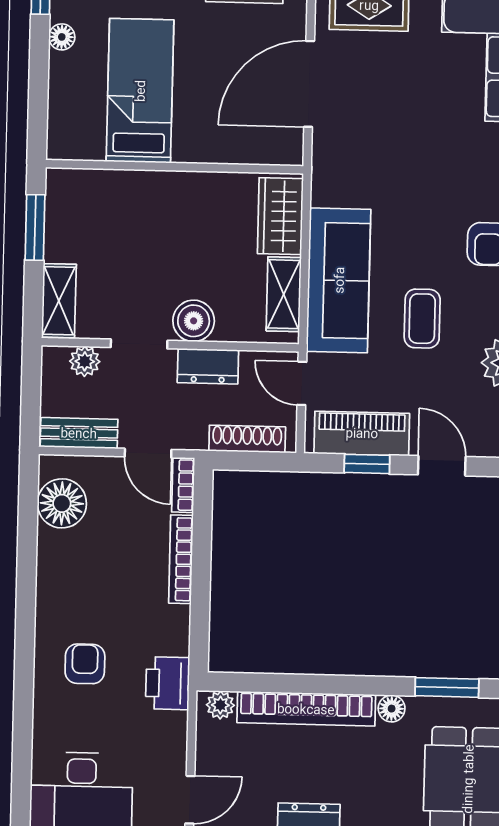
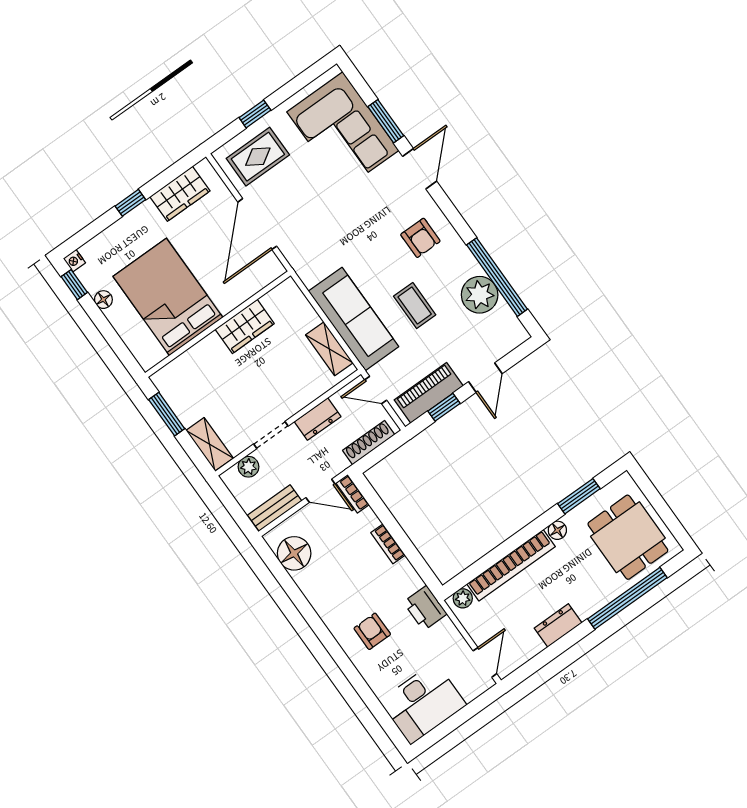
bed: (140, 91) -> (168, 297), width x1.50
wardrobe: (280, 216) -> (245, 326), moved, turned -90
boiler: (194, 321) -> (291, 400), removed
door: (442, 466) -> (485, 378), swing flipped
bookcase: (181, 559) -> (388, 544), width x0.64

